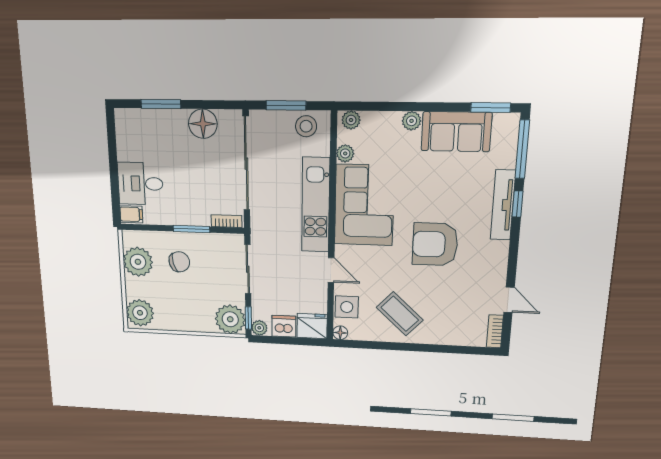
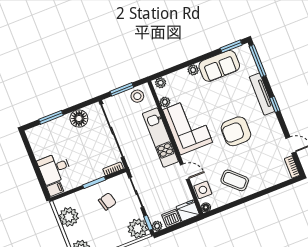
window: (517, 204) -> (275, 104), moved
chair: (179, 262) -> (107, 201), moved

